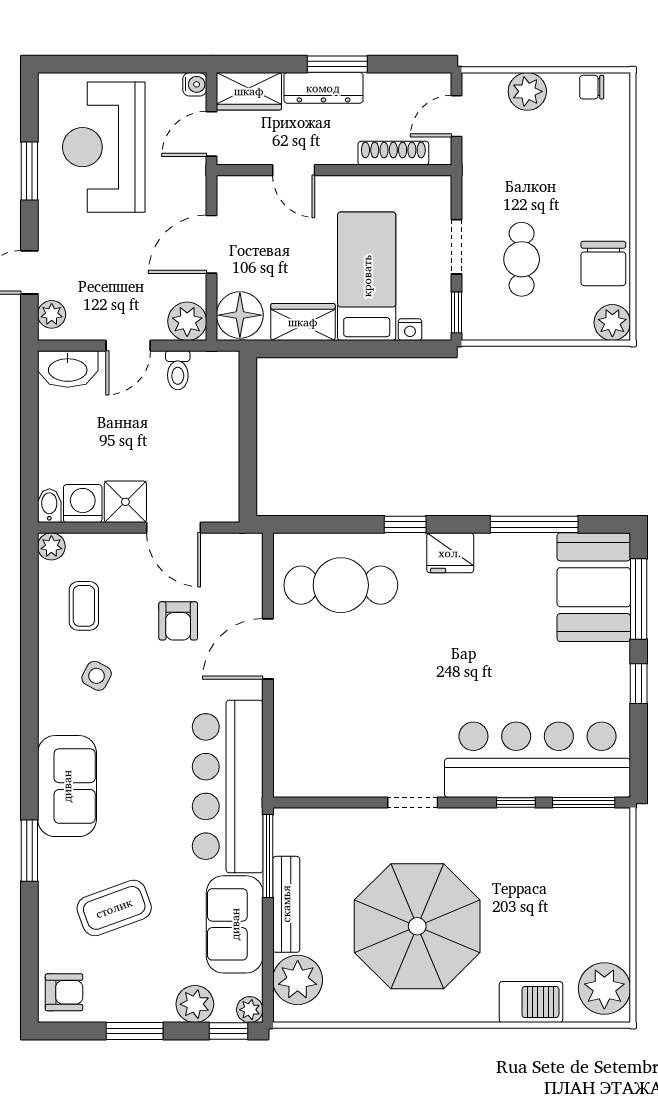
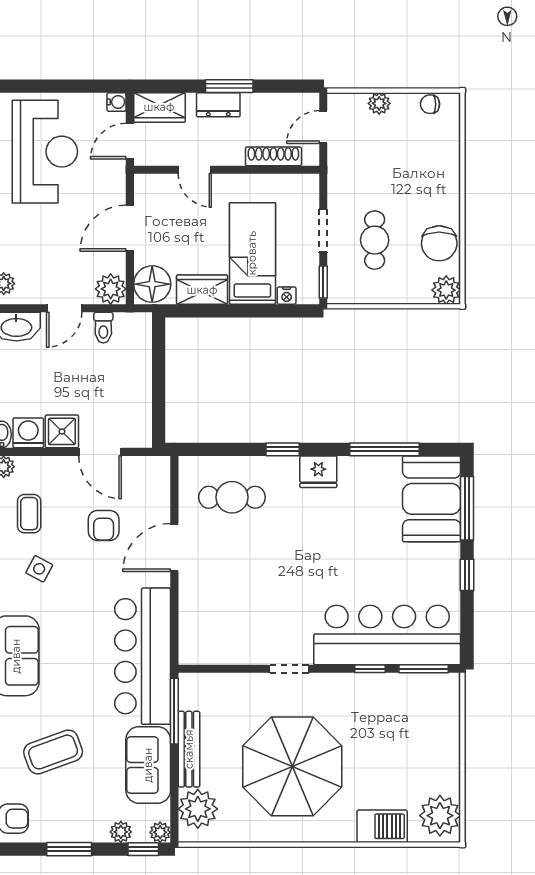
dresser: (323, 88) -> (218, 105), width x0.70
plant: (527, 91) -> (379, 103), width x0.73, depth x0.73
reception desk: (104, 147) -> (45, 152), turned 180
cafe table: (341, 585) -> (232, 497), width x0.73, depth x0.74
plant: (195, 1004) -> (121, 832), width x0.73, depth x0.73

